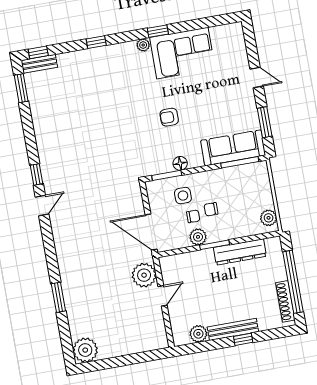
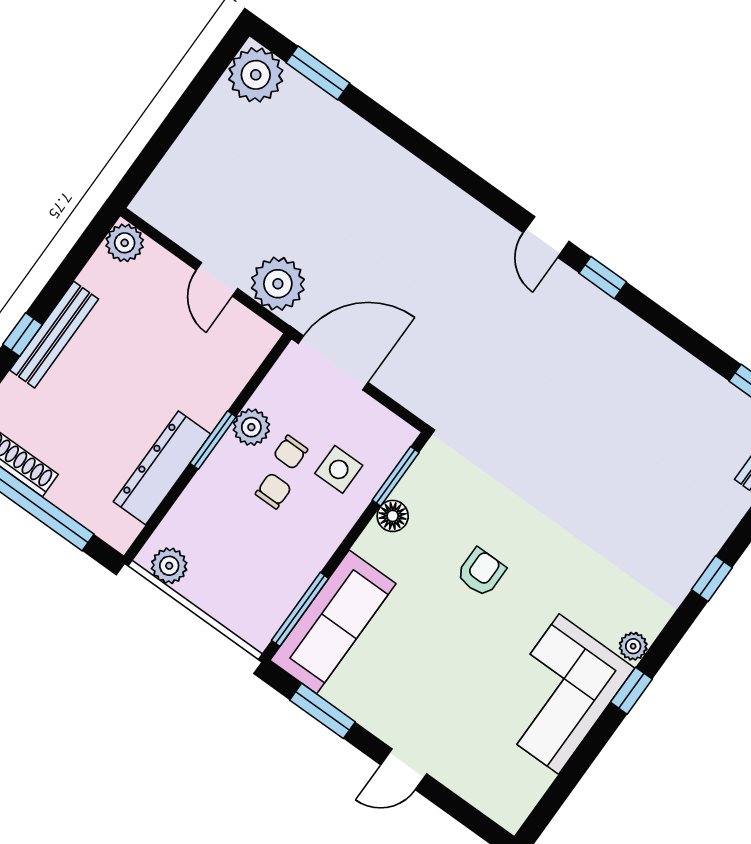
window: (58, 297) -> (318, 73), moved
plant: (198, 334) -> (125, 243), moved

